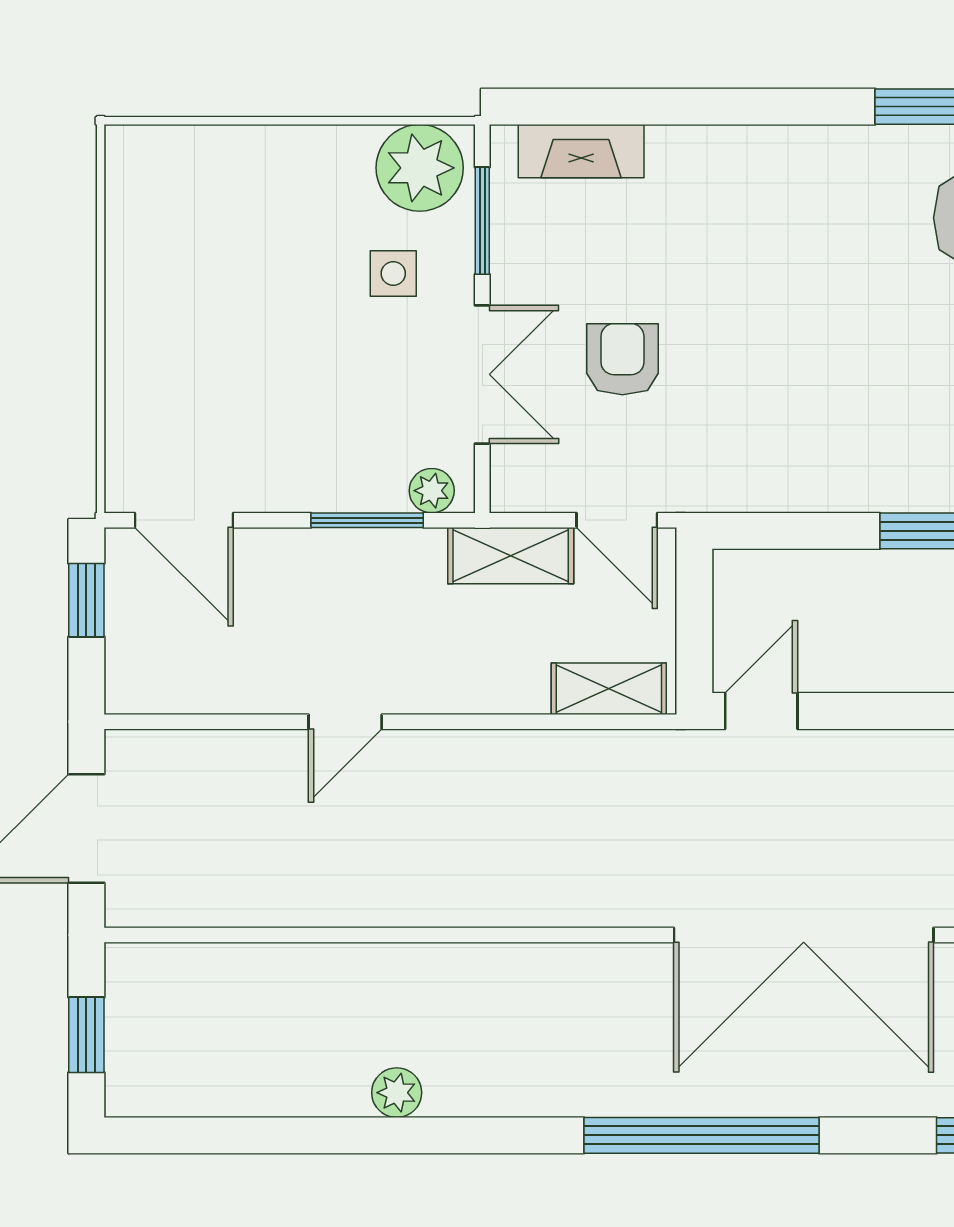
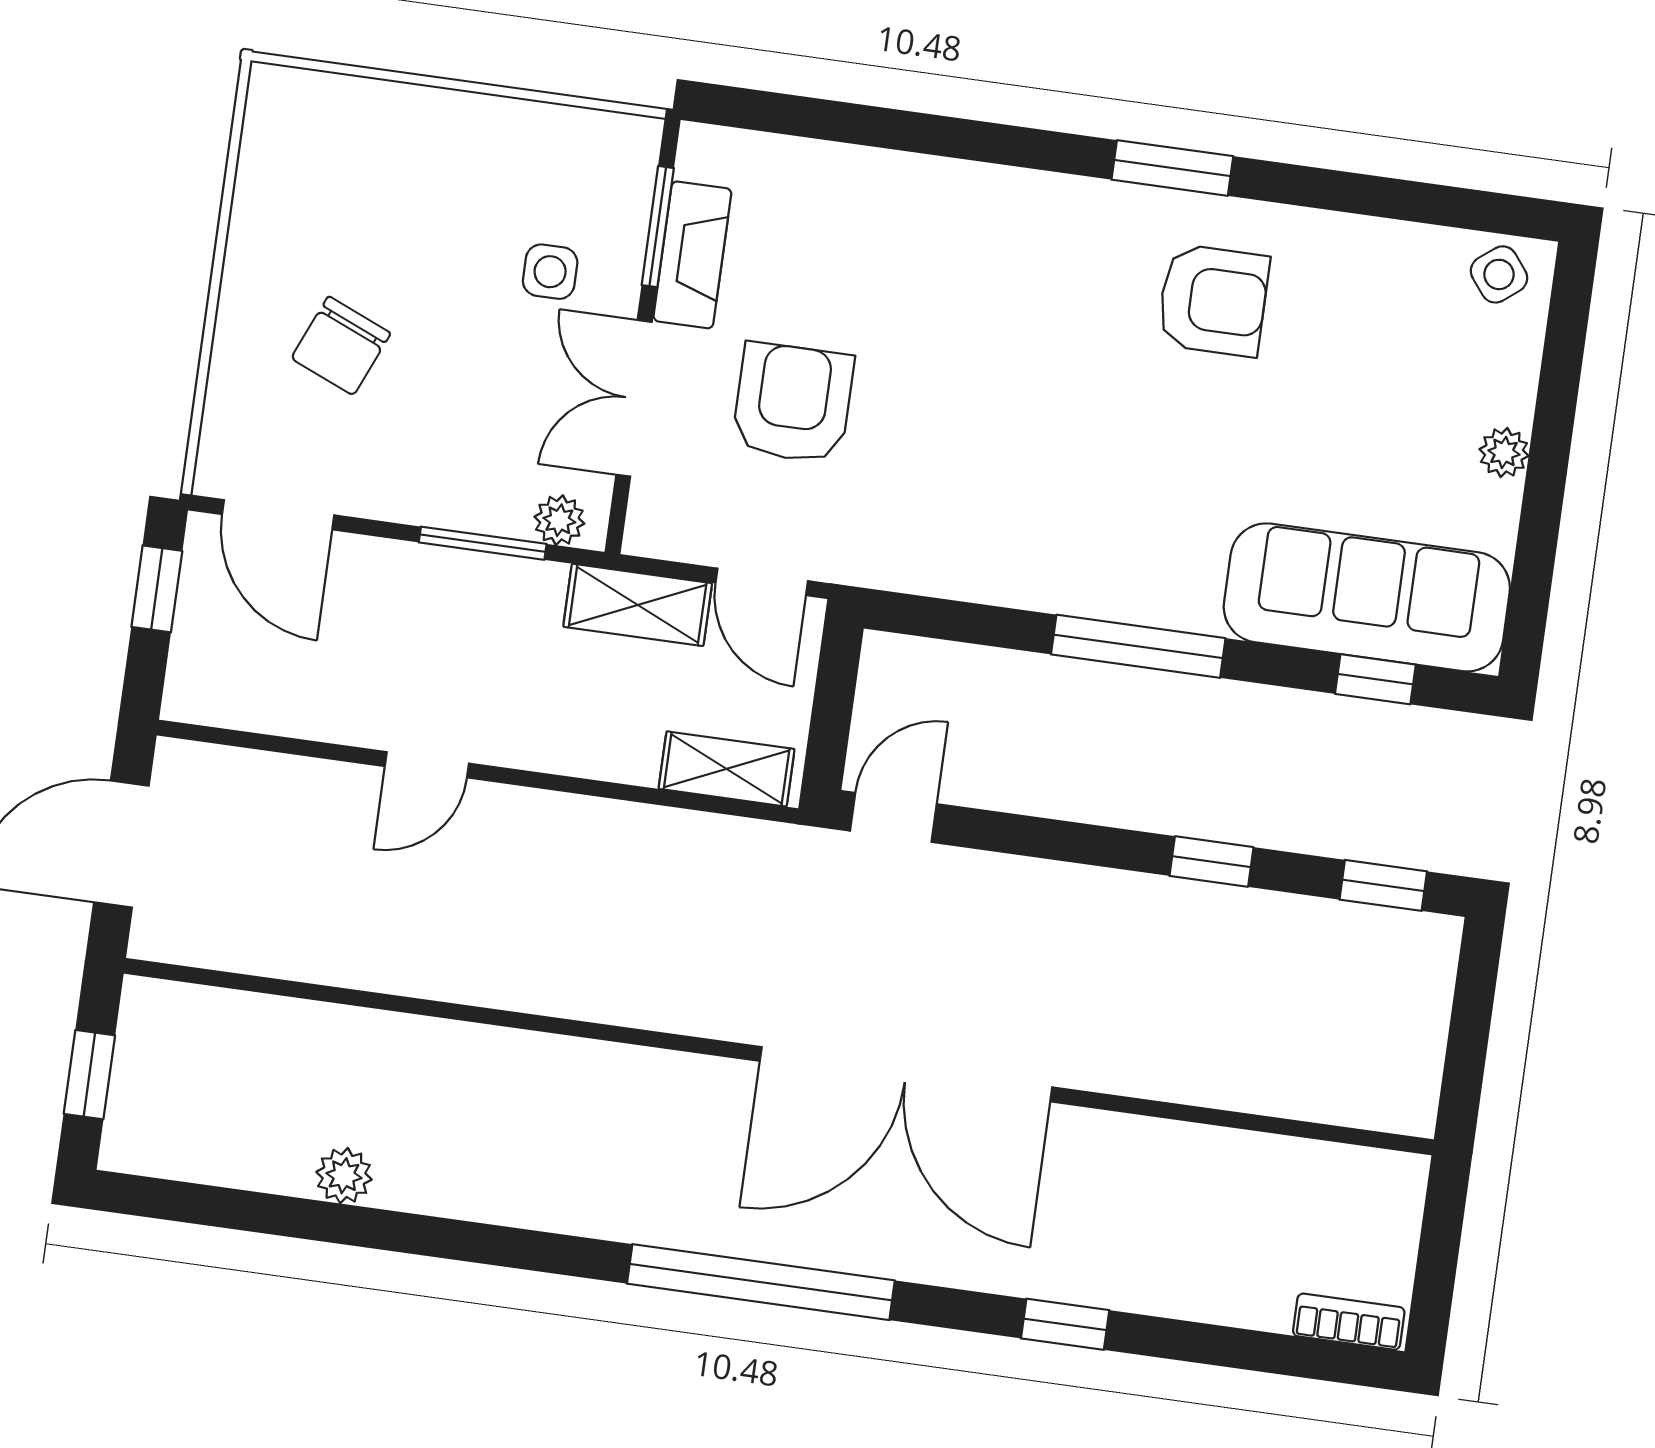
fireplace: (581, 151) -> (692, 255), moved, turned -90
plant: (420, 168) -> (596, 158), removed
armchair: (622, 359) -> (793, 403), width x1.38, depth x1.38
chair: (219, 364) -> (341, 346), added
double door: (482, 374) -> (634, 398), swing flipped
plant: (397, 1093) -> (344, 1176), moved

